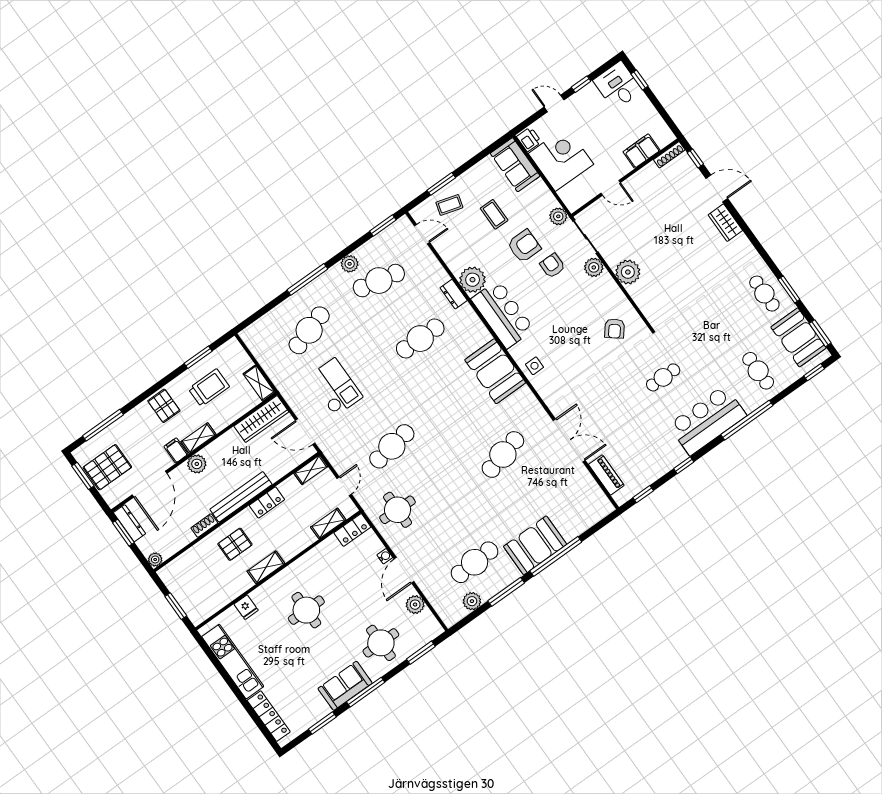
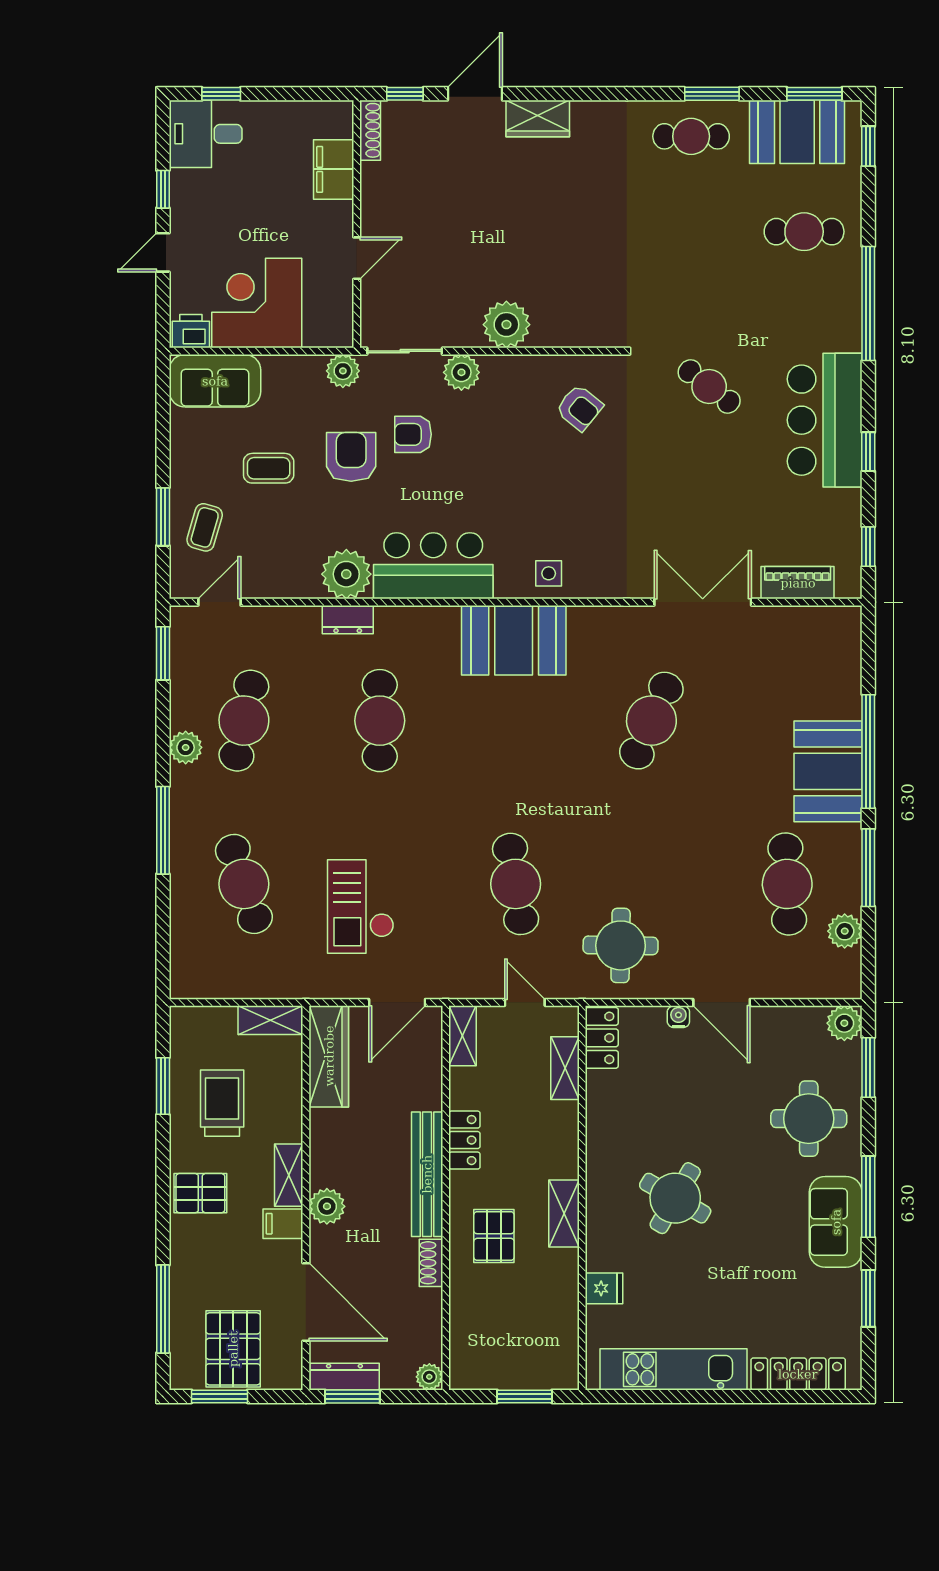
cafe table: (663, 377) -> (709, 386), turned -52
checkout: (335, 387) -> (361, 906), turned -90
bar counter: (707, 420) -> (825, 420), moved
cafe table: (503, 455) -> (651, 721), turned 39
plant: (415, 605) -> (844, 1023), moved
round table: (306, 610) -> (675, 1198), turned 30

